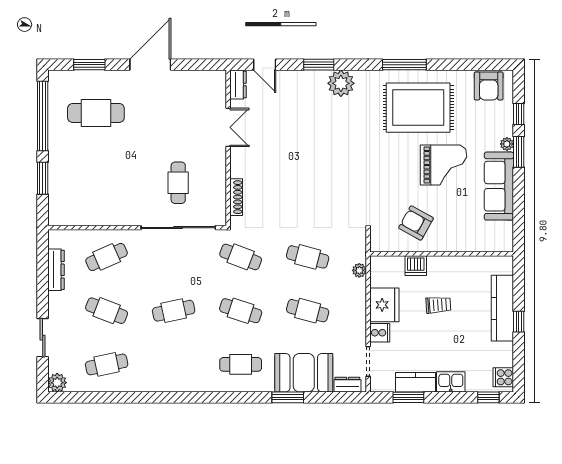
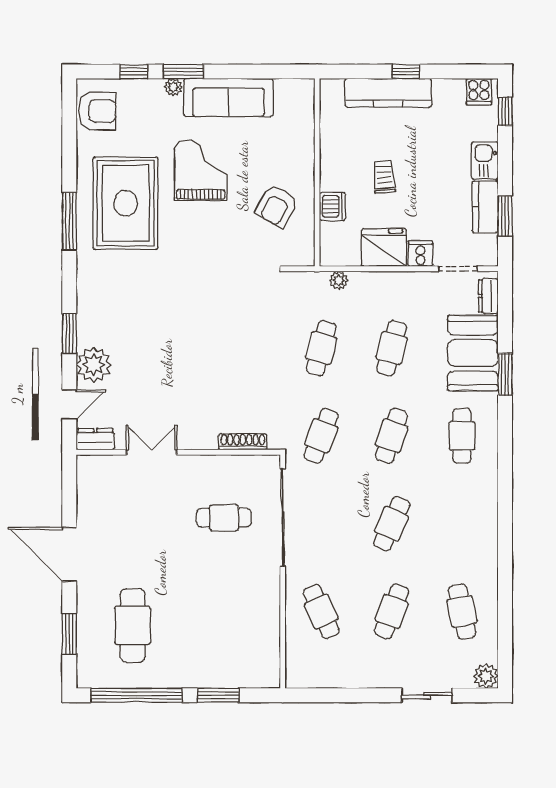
plant: (341, 83) -> (94, 365), moved
dresser: (56, 270) -> (338, 678), removed
cafe table: (174, 311) -> (392, 524), turned 36

